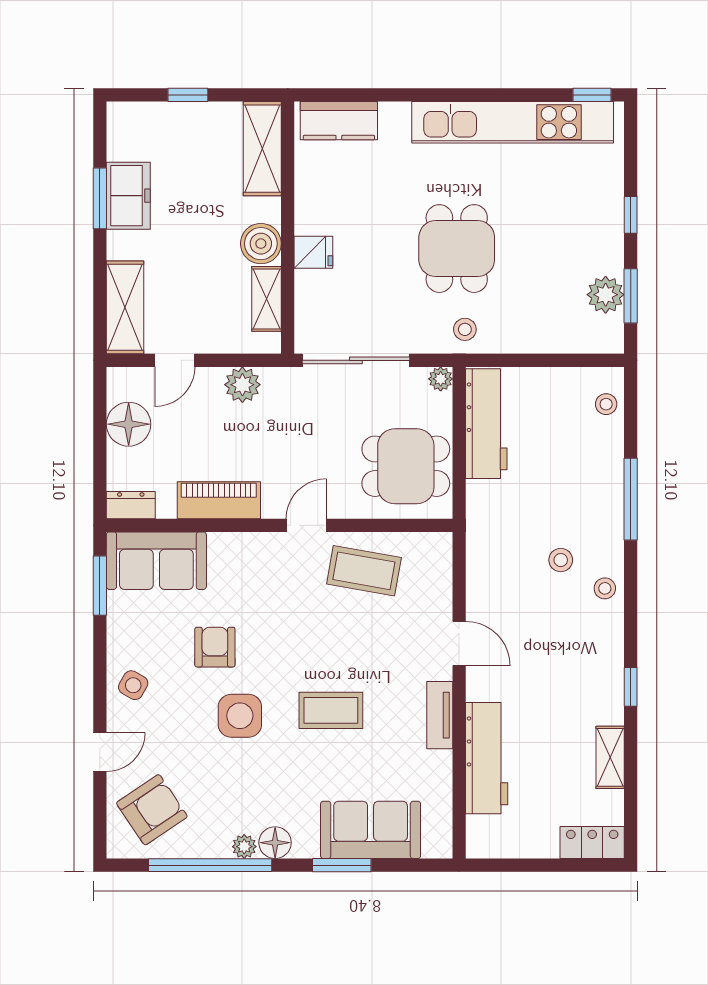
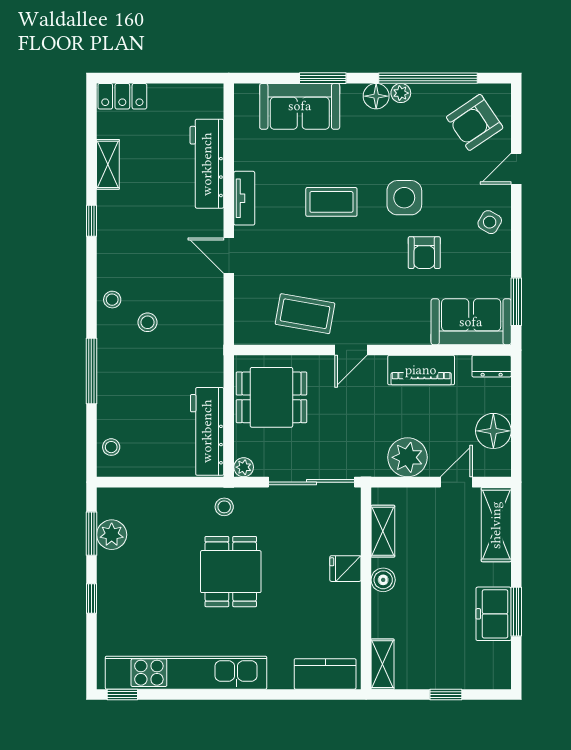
shelving: (262, 149) -> (383, 664), width x0.67, depth x0.75
boiler: (261, 244) -> (383, 580), width x0.73, depth x0.73
plant: (242, 385) -> (407, 457), width x1.36, depth x1.36

